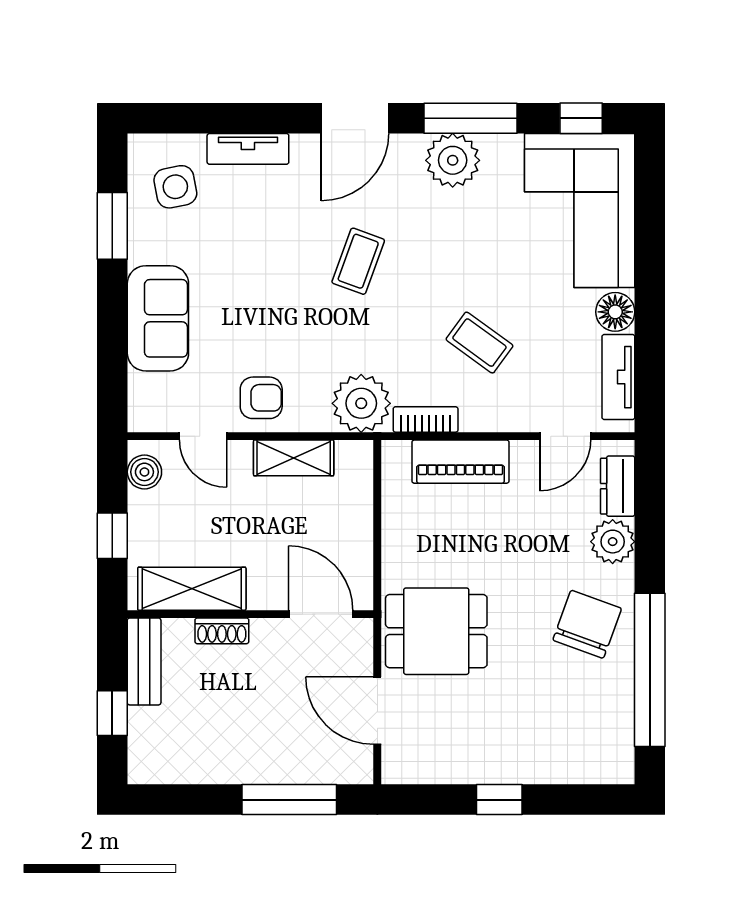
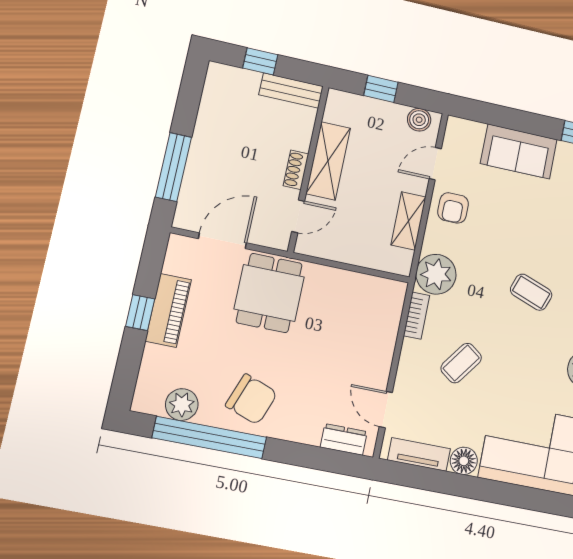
piano: (460, 462) -> (168, 310), moved, turned 180
plant: (613, 542) -> (182, 405), moved
shelving: (192, 589) -> (328, 161), moved
door: (321, 614) -> (298, 216), width x0.73
shoe rack: (222, 631) -> (296, 170), moved

